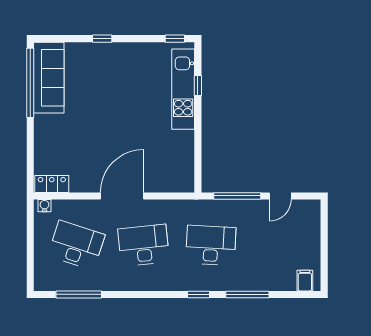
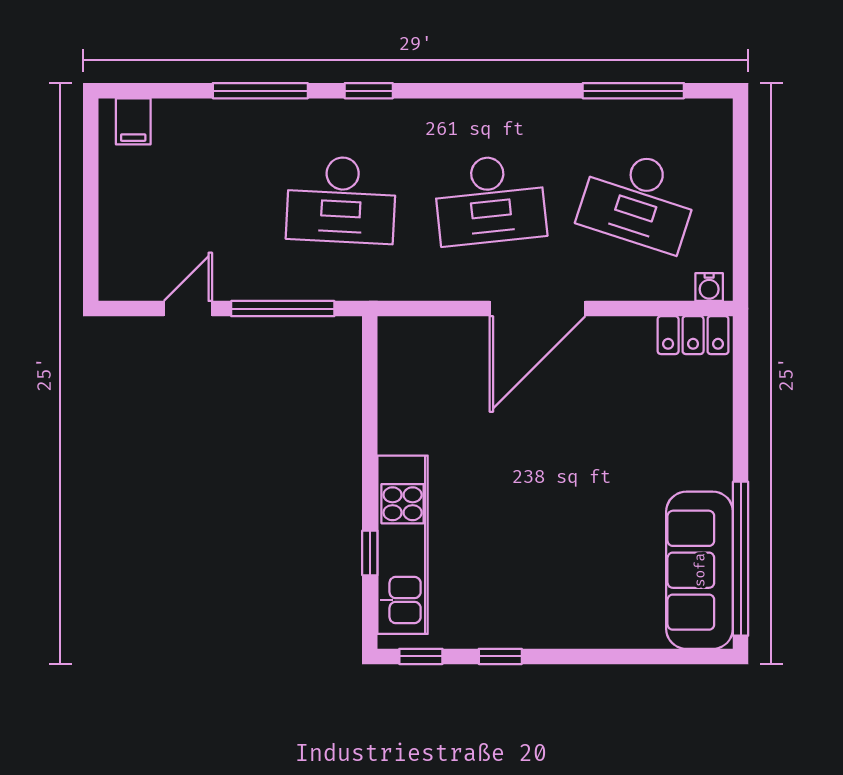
window: (102, 39) -> (500, 656), moved

